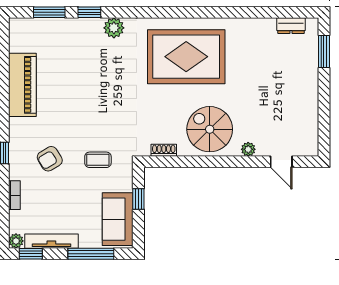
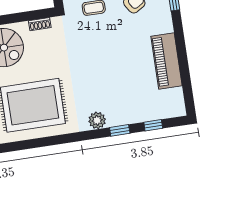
window: (49, 12) -> (153, 125), width x0.67

